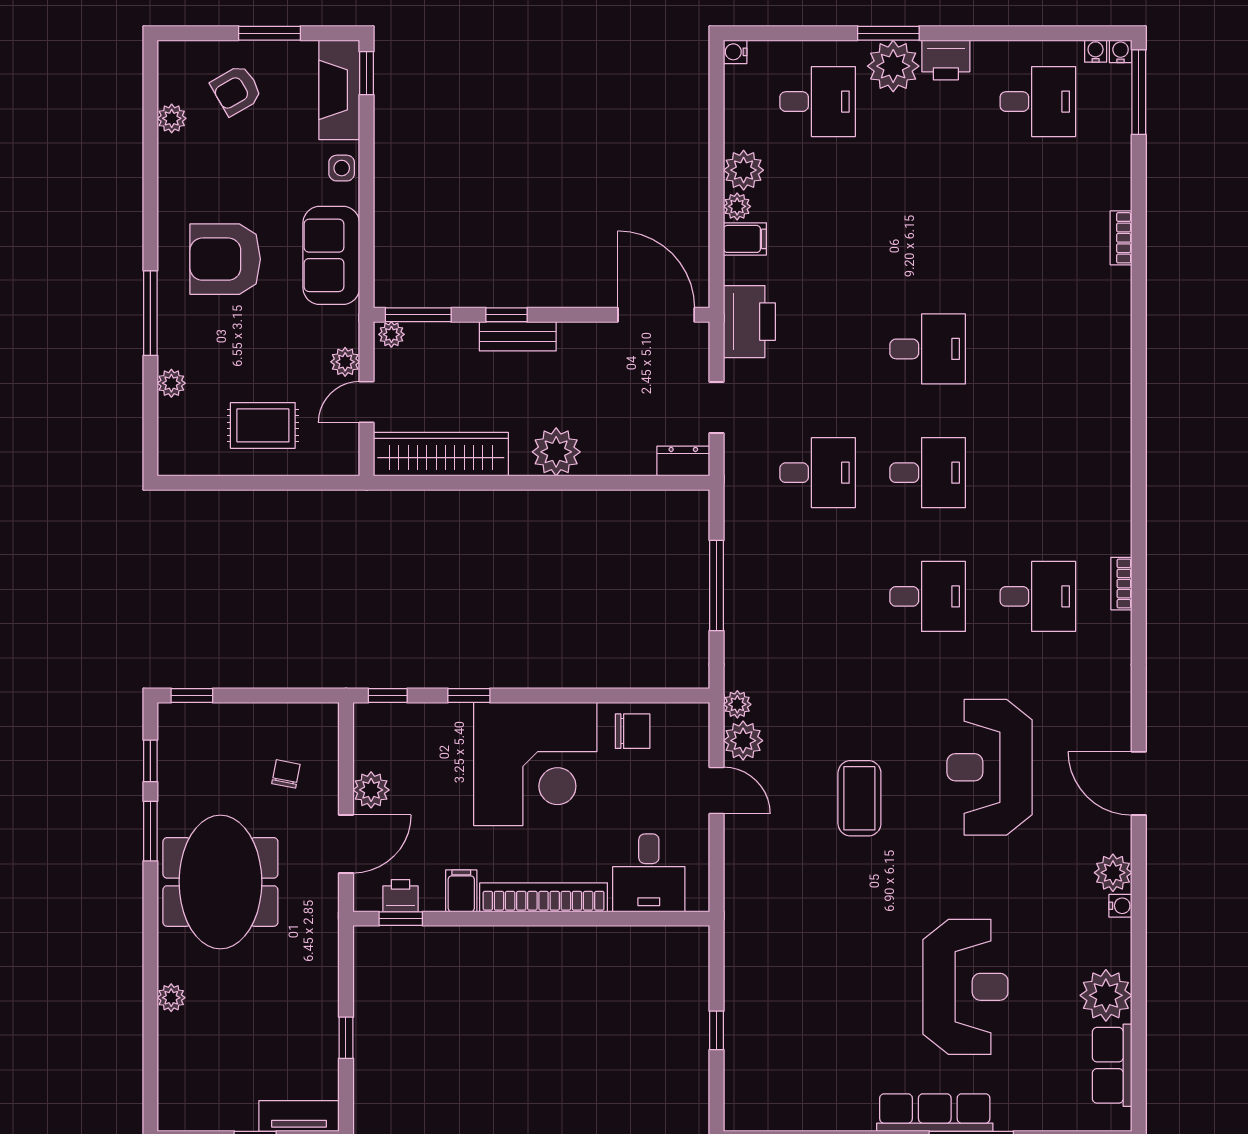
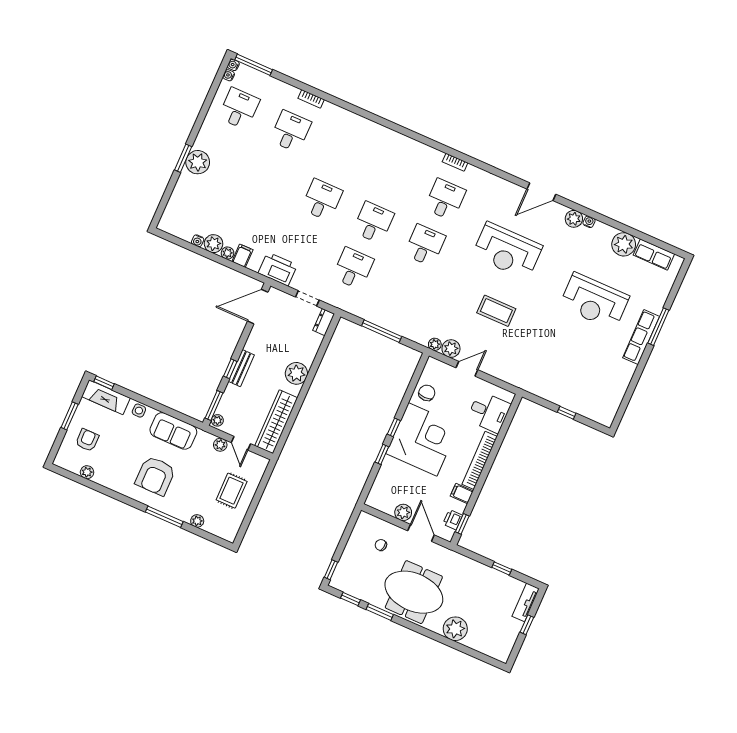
water cooler: (735, 52) -> (198, 241), moved
printer: (946, 60) -> (205, 139), removed
armchair: (236, 90) -> (87, 440), turned -150
desk: (818, 102) -> (291, 131), moved
window: (388, 696) -> (394, 427), moved
reception desk: (965, 987) -> (594, 301), turned 180
plant: (171, 998) -> (455, 629), width x1.88, depth x1.88

